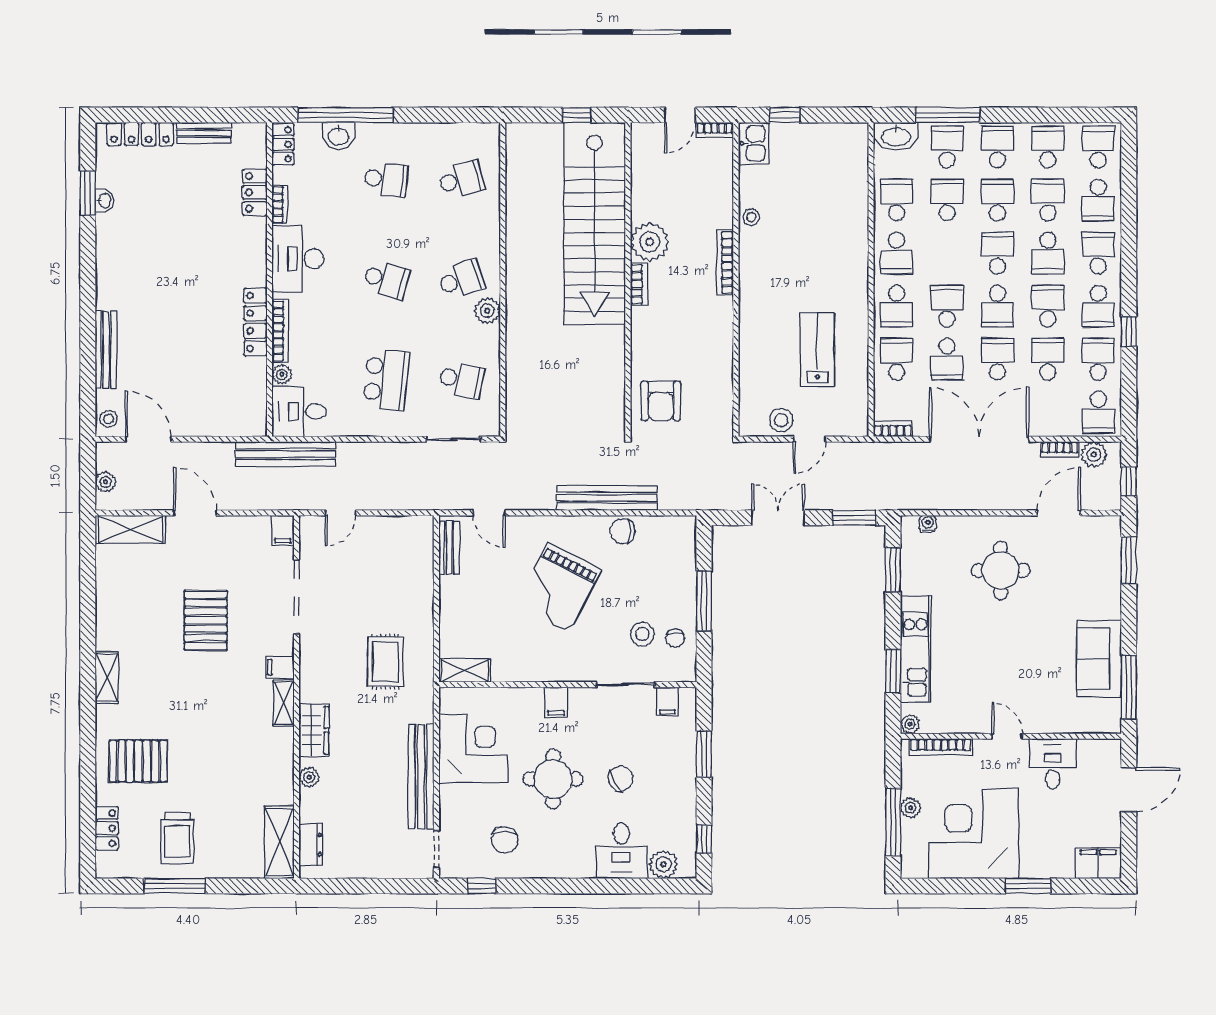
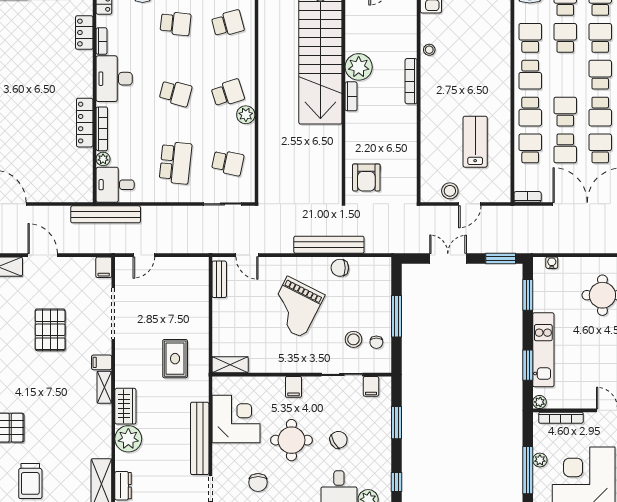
plant: (309, 777) -> (128, 439), width x1.87, depth x1.87

